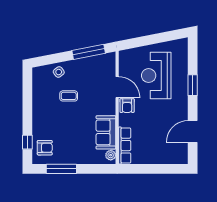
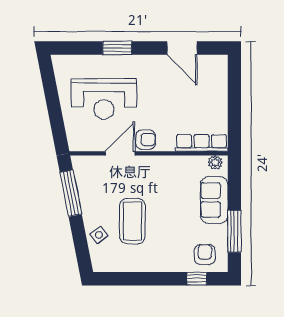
coffee table: (69, 96) -> (132, 221), width x1.86, depth x1.72
sofa: (106, 132) -> (214, 200), moved, turned 90

